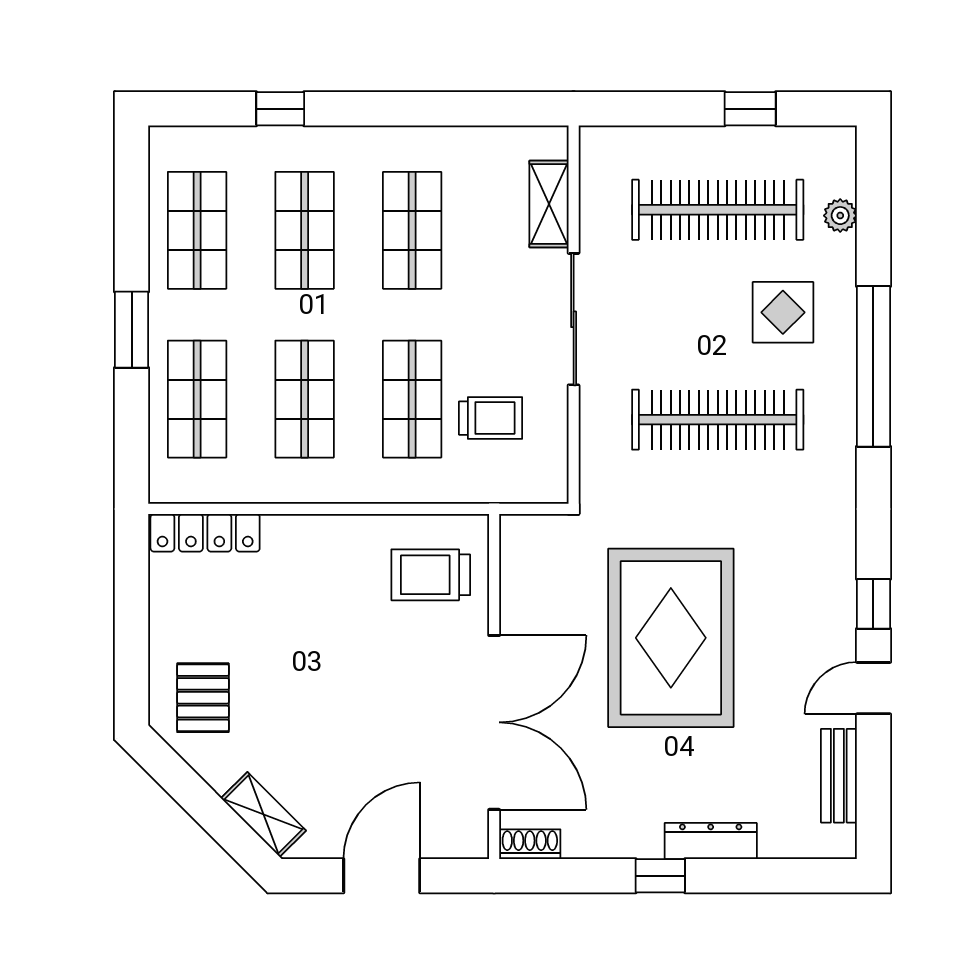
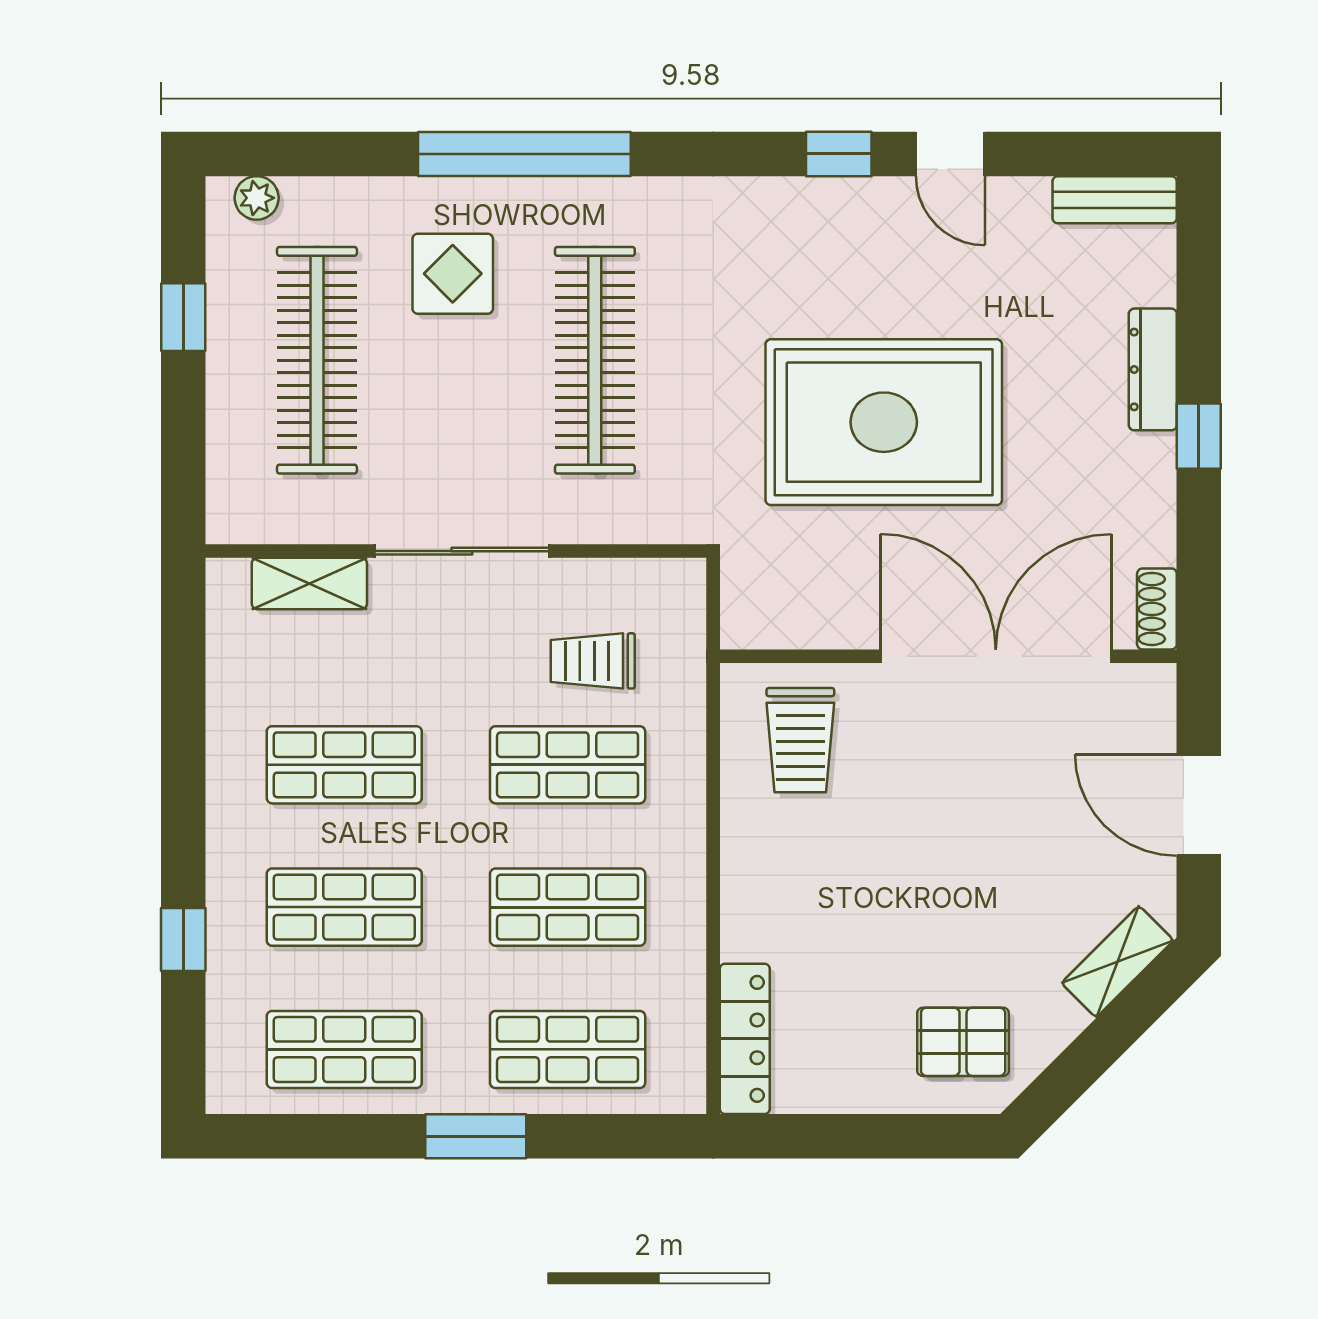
plant: (840, 216) -> (257, 198), moved
trolley: (491, 418) -> (593, 661), turned -90
bench: (839, 776) -> (1115, 200), moved

